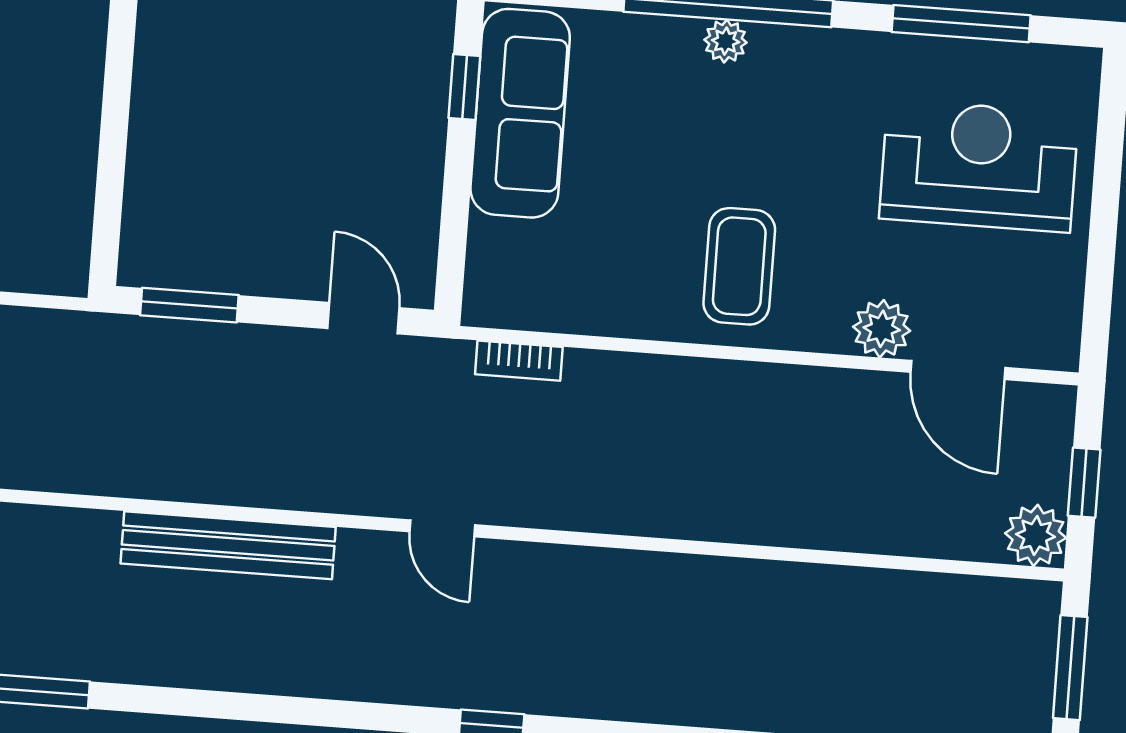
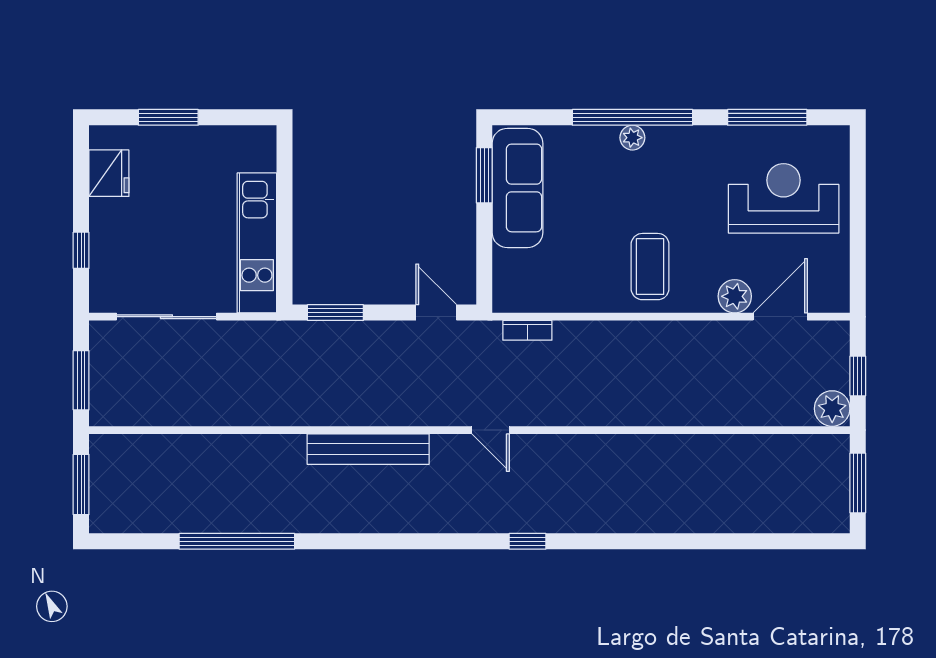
window: (464, 87) -> (484, 175), width x1.50
kitchen unit: (63, 174) -> (257, 243), added
door: (958, 370) -> (780, 317), swing flipped

